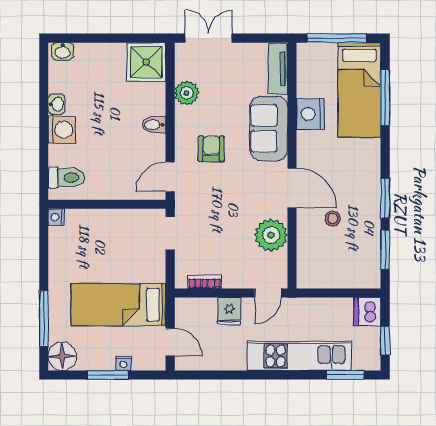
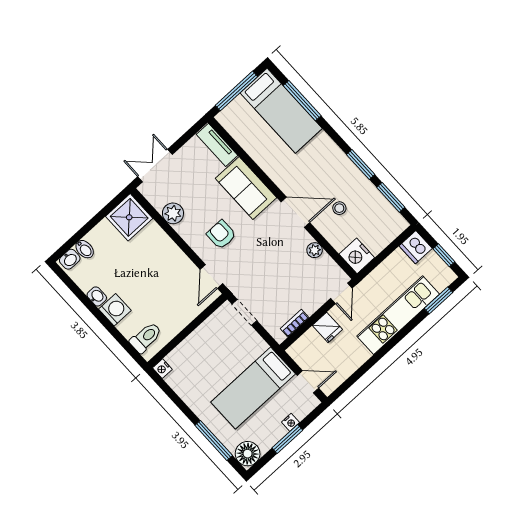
nightstand: (310, 114) -> (357, 256), moved
bidet: (154, 125) -> (85, 249), moved, turned -90
plant: (271, 235) -> (315, 250), width x0.53, depth x0.53

